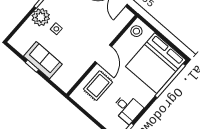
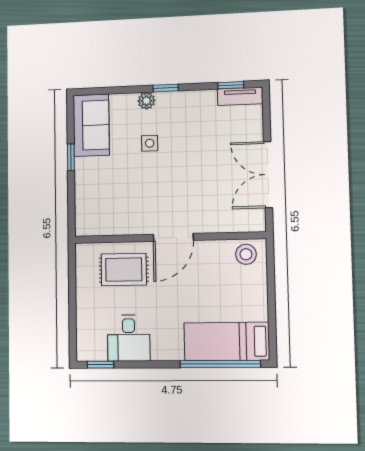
plant: (41, 17) -> (146, 101), width x0.53, depth x0.53
sofa: (43, 60) -> (91, 125), moved
bed: (156, 63) -> (227, 341), width x0.49

